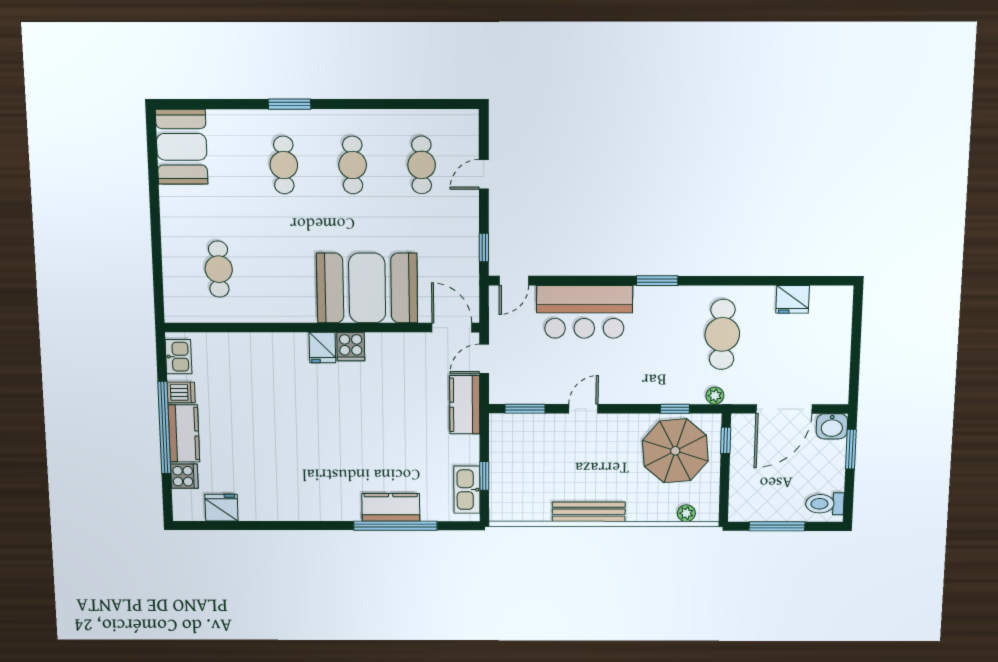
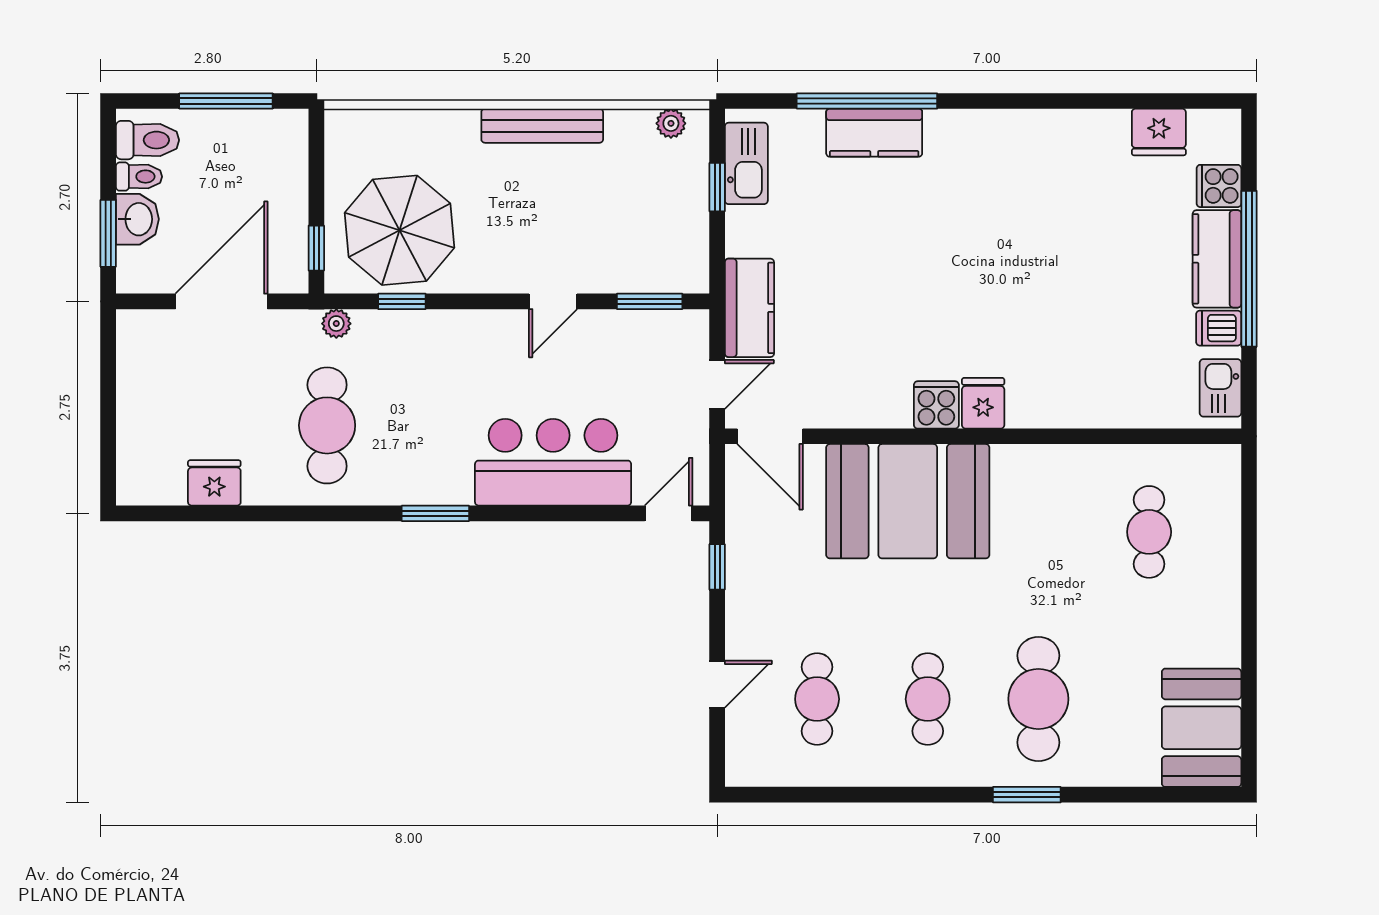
cafe table: (284, 165) -> (1038, 699), width x1.37, depth x1.35
washbasin: (832, 426) -> (137, 219), moved, turned 90
toilet: (831, 483) -> (139, 177), added
plant: (686, 513) -> (671, 123), moved

